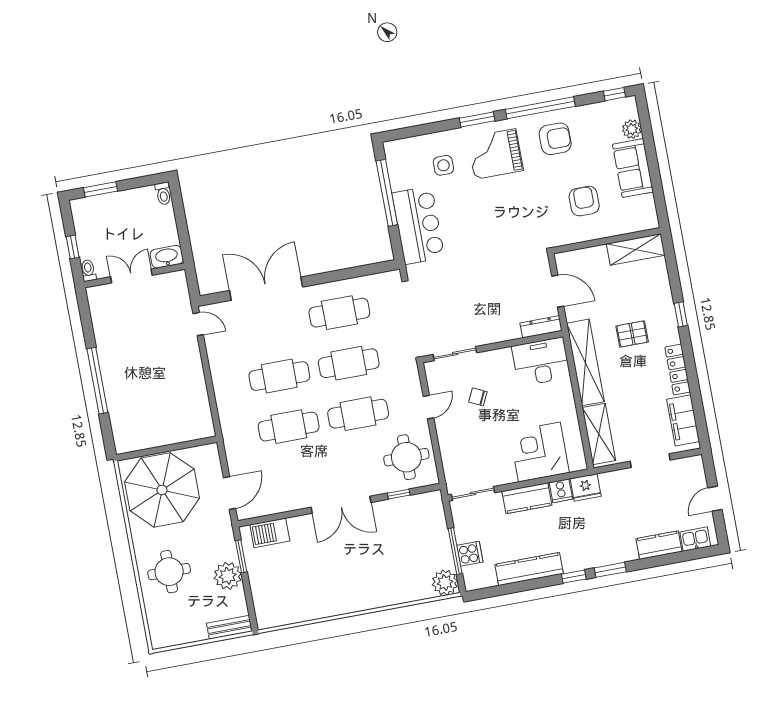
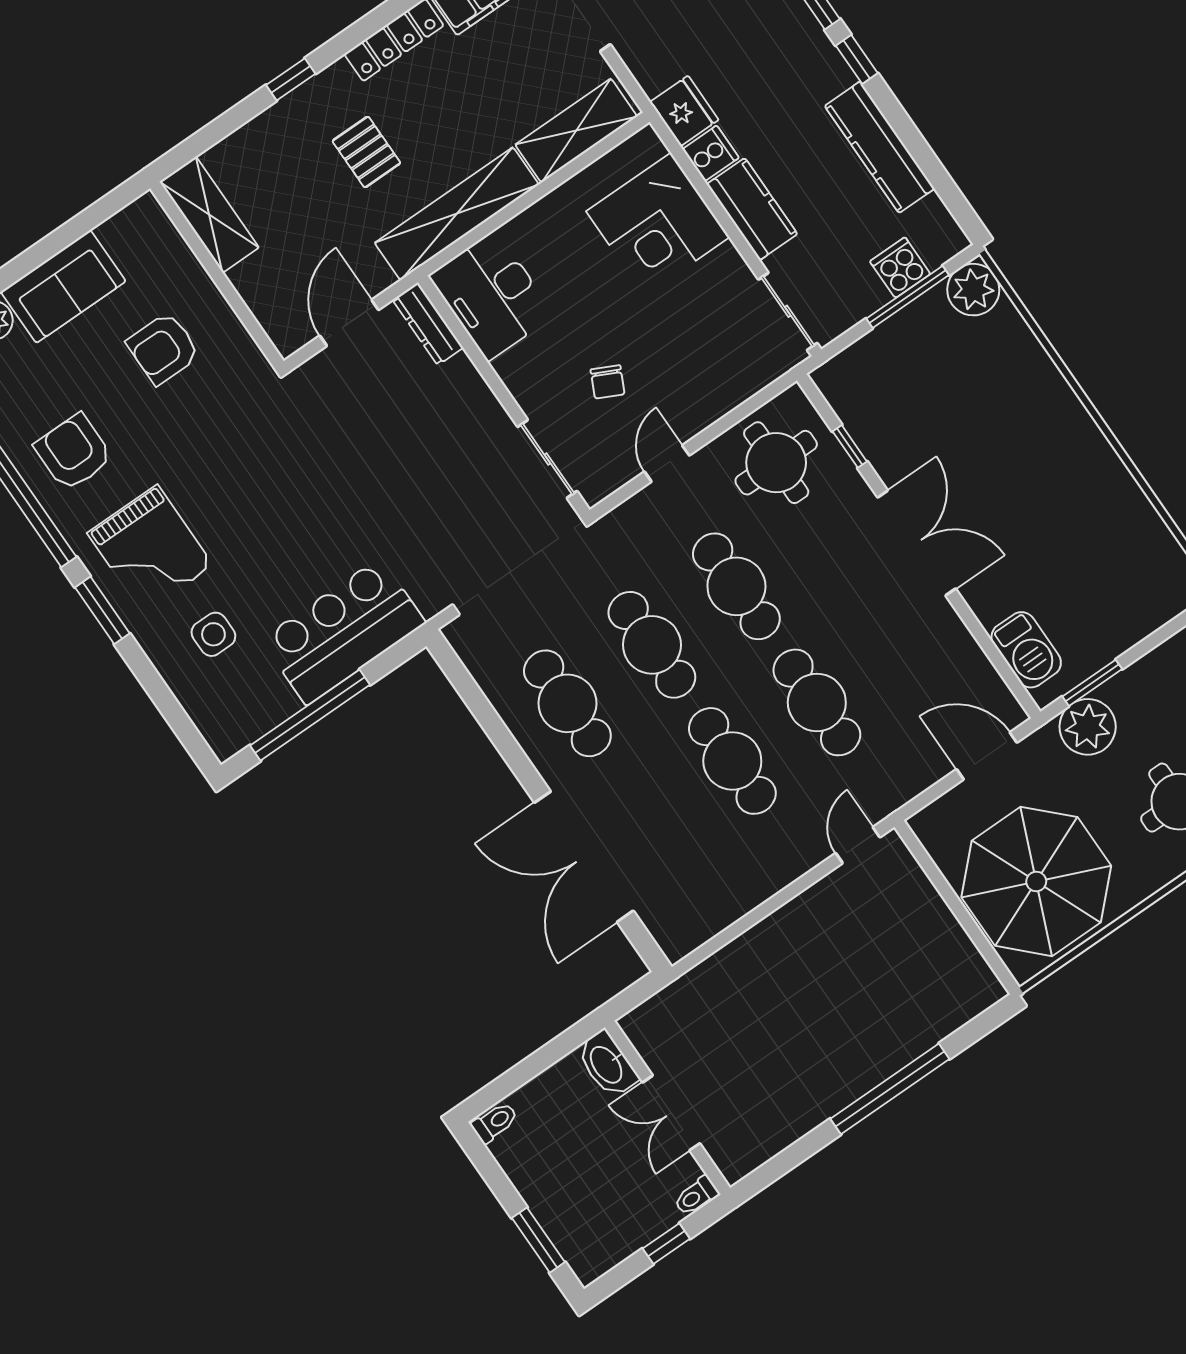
door: (198, 324) -> (858, 845), moved
door: (428, 407) -> (667, 464), hinge flipped
plant: (228, 576) -> (1088, 727), moved

